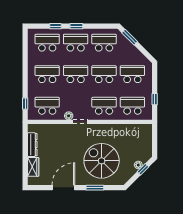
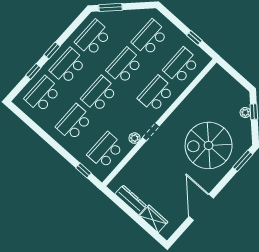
window: (95, 188) -> (243, 161), moved

